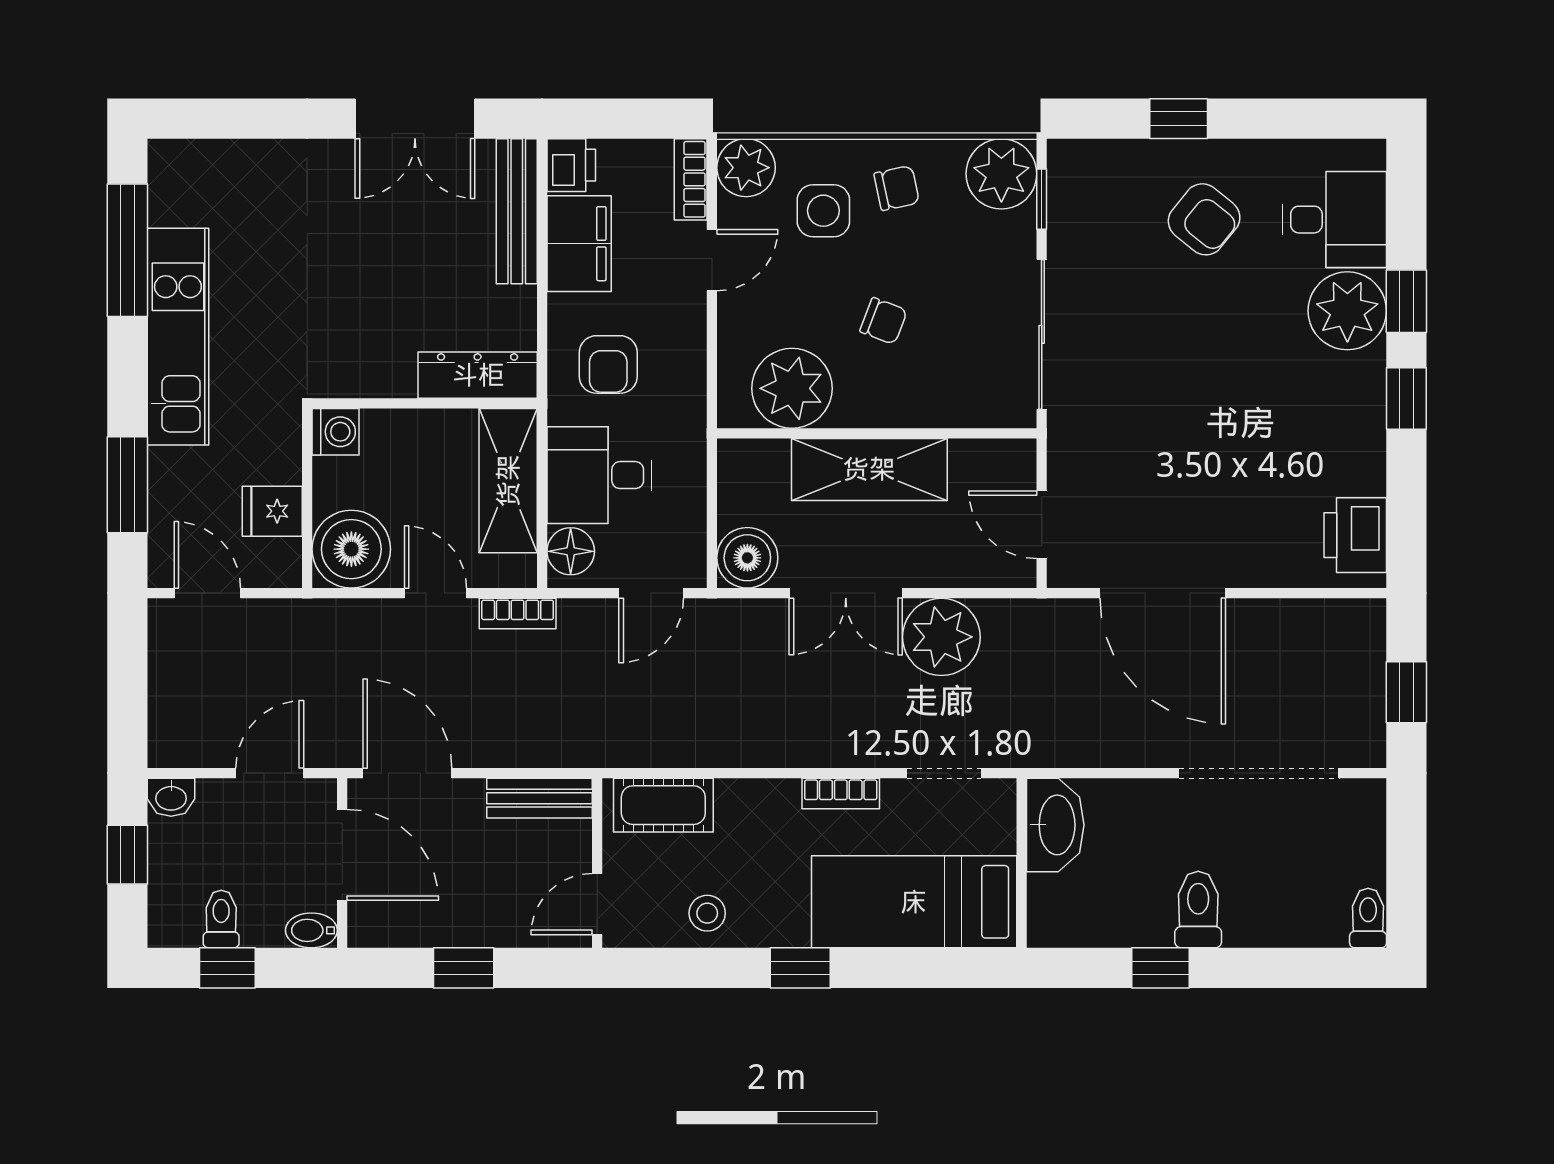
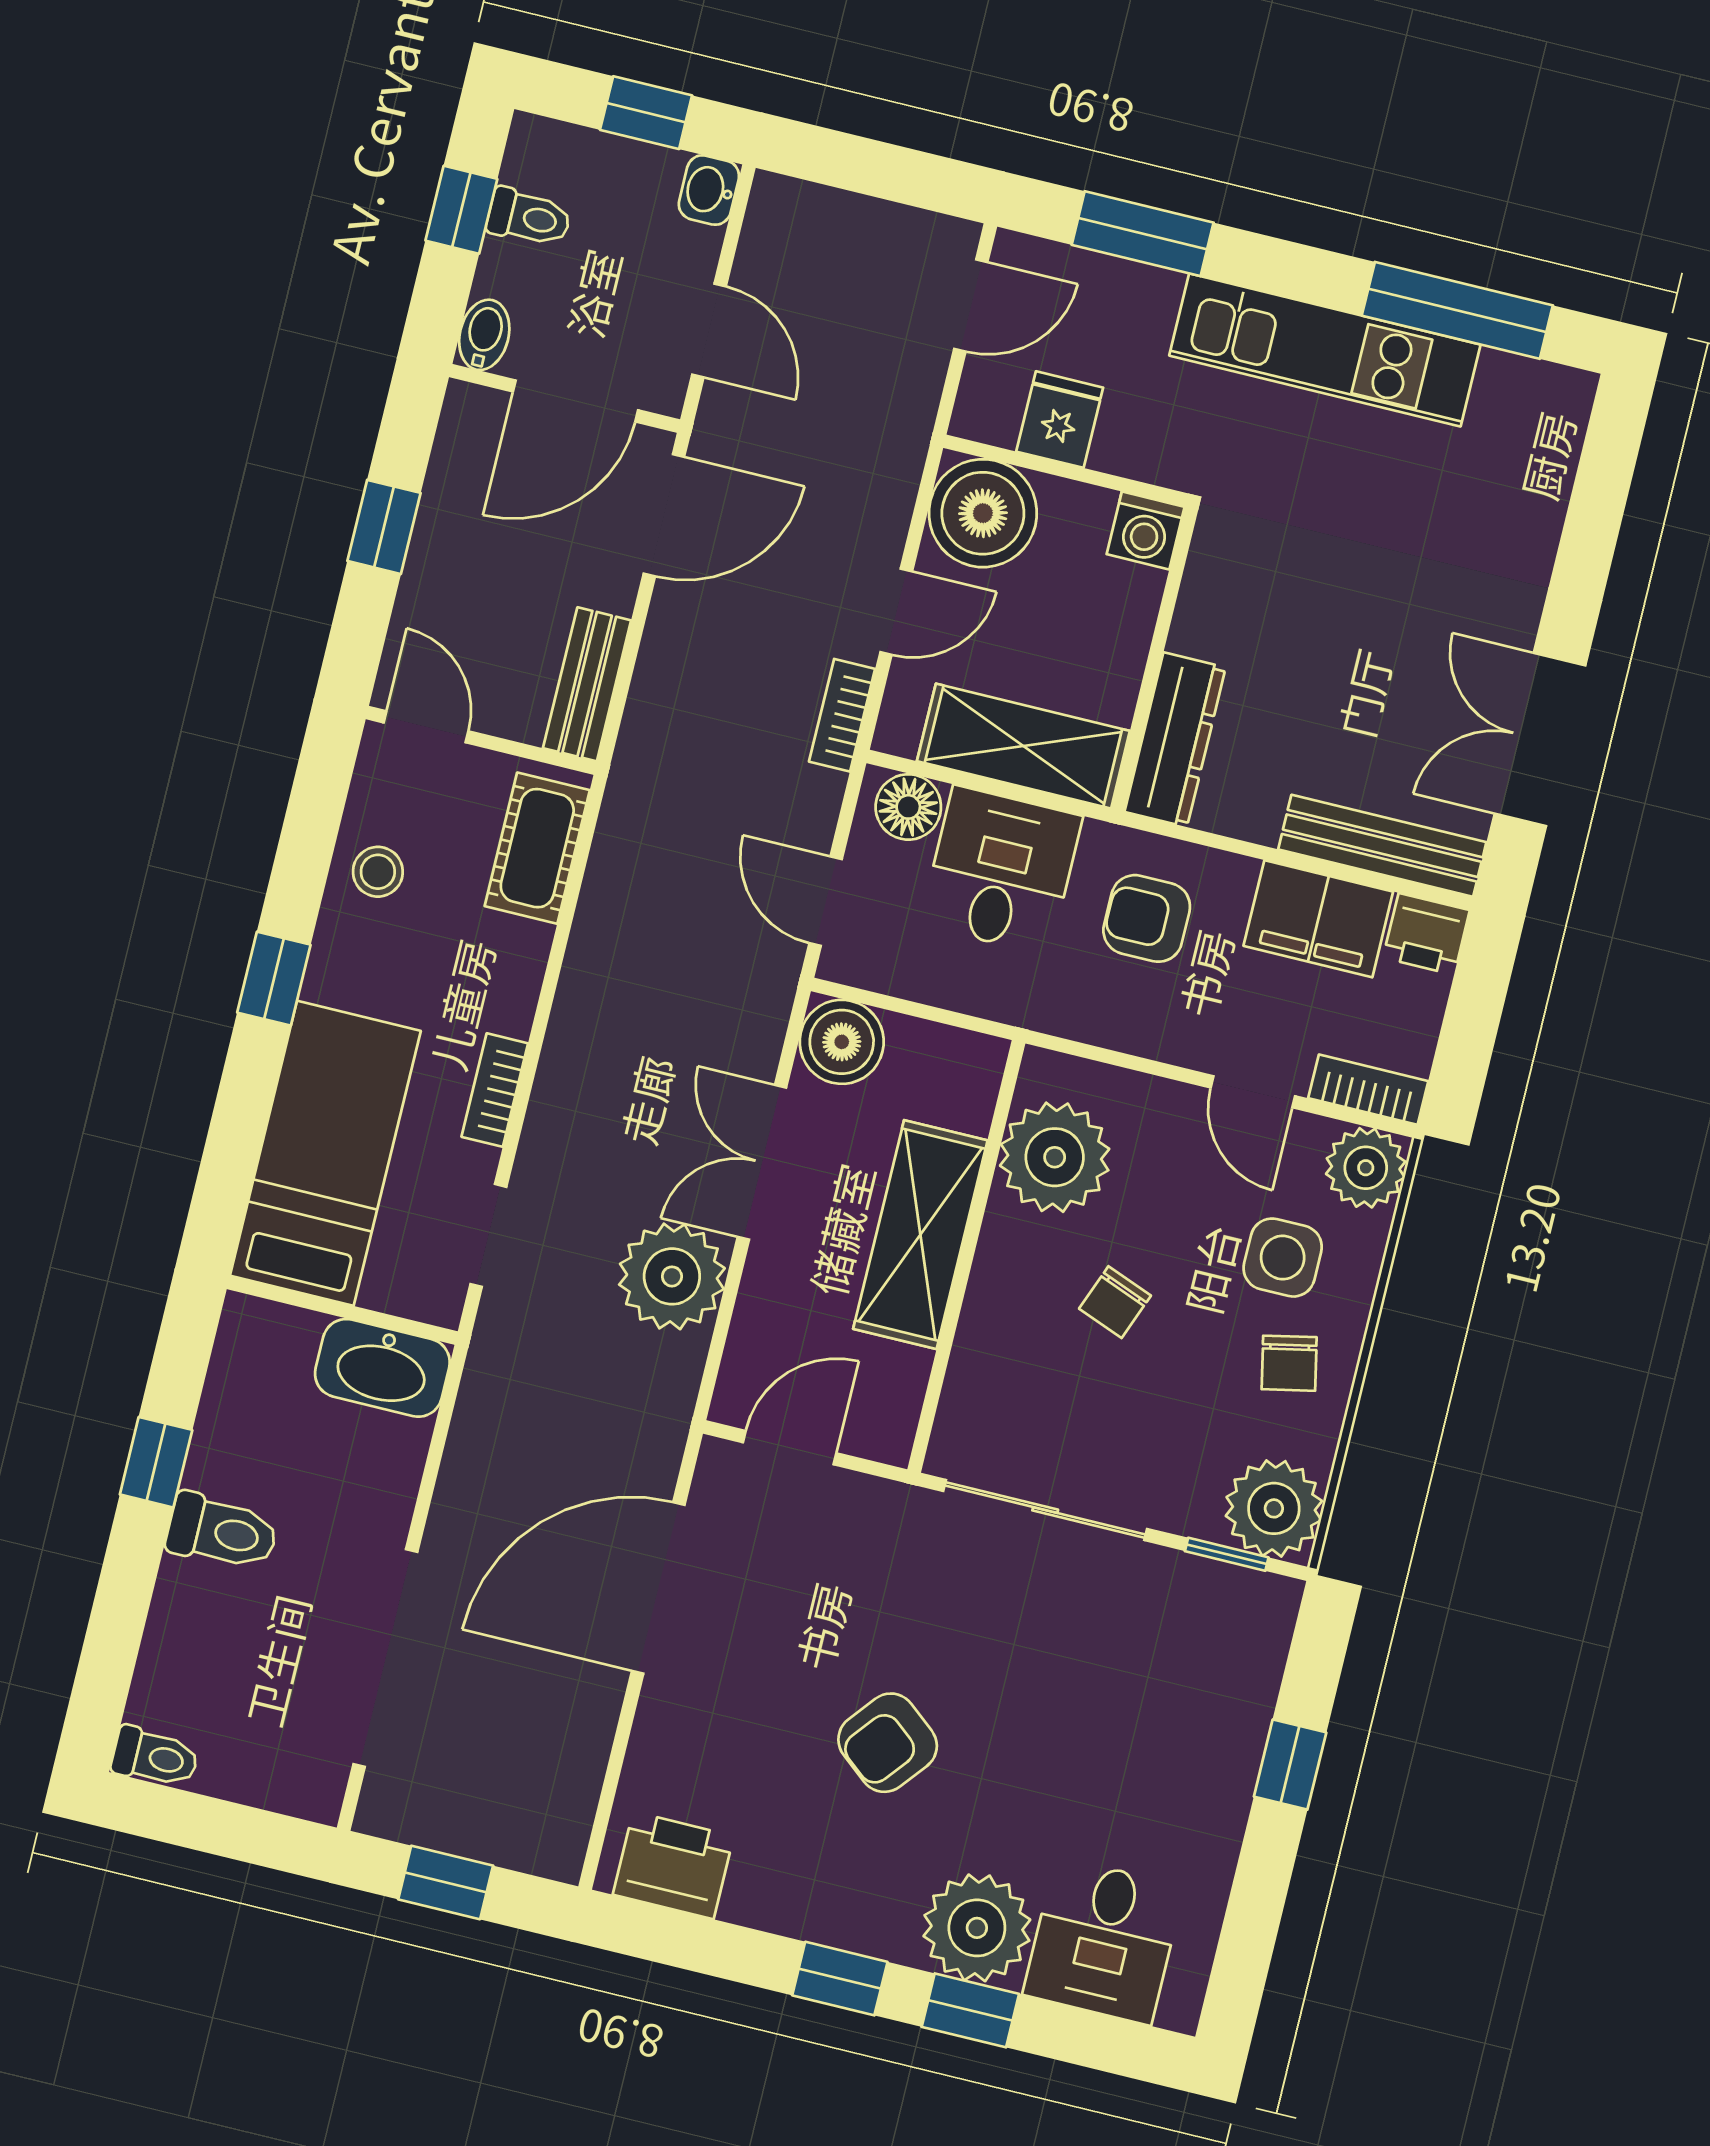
armchair: (1204, 219) -> (888, 1743), moved

